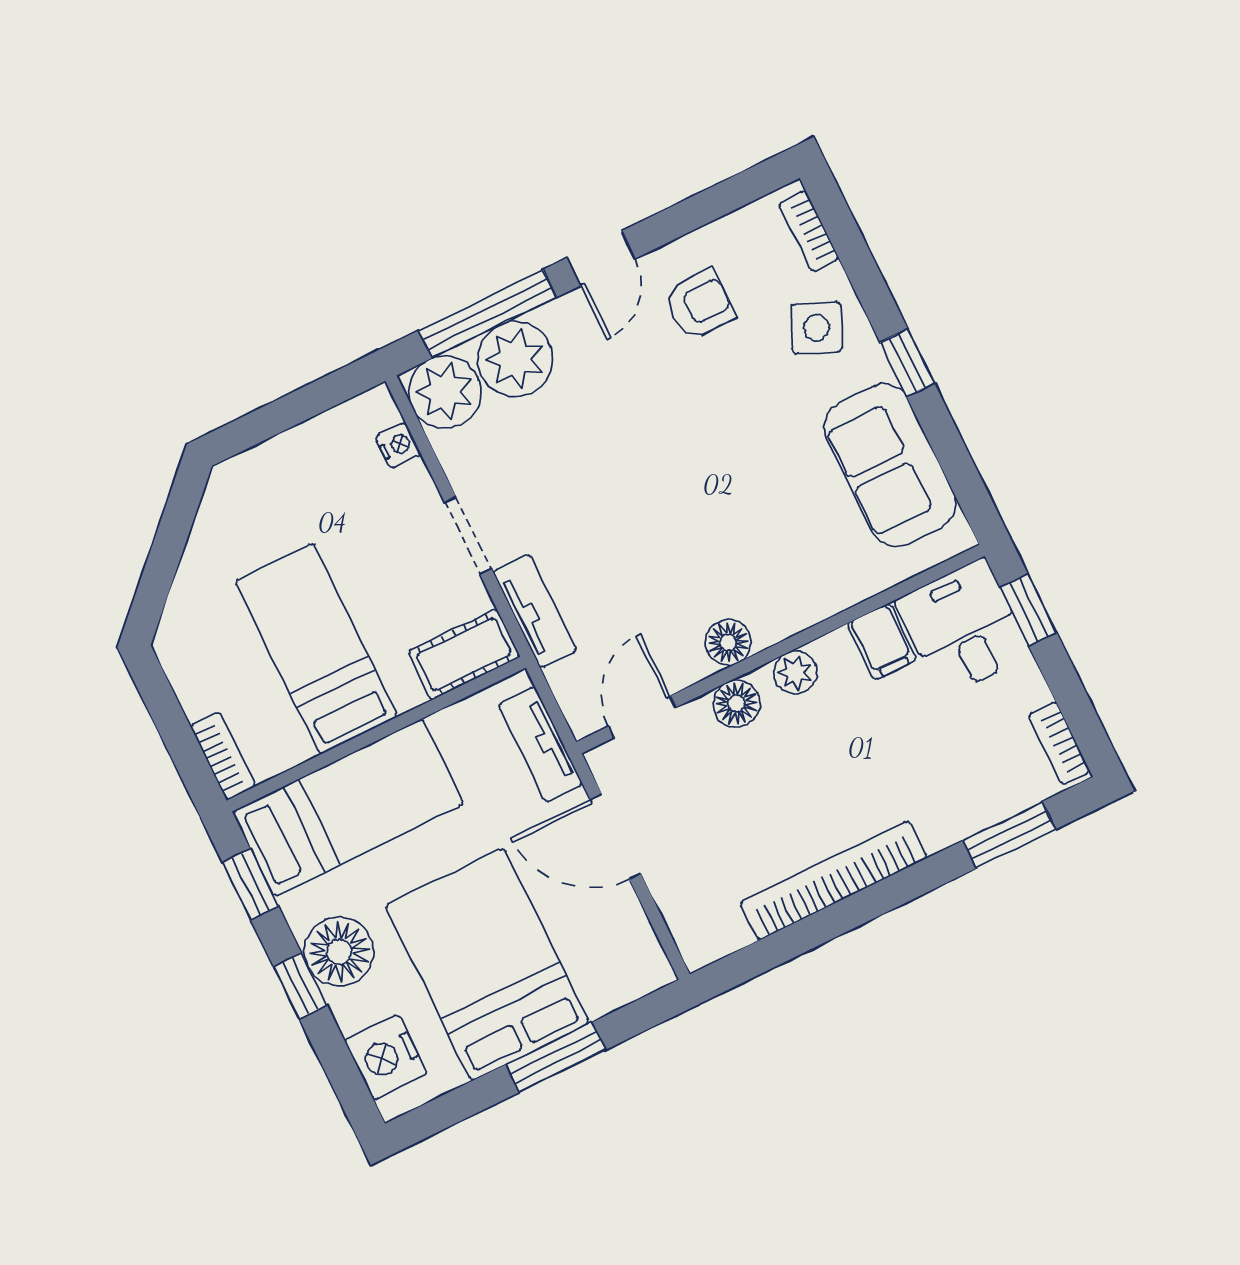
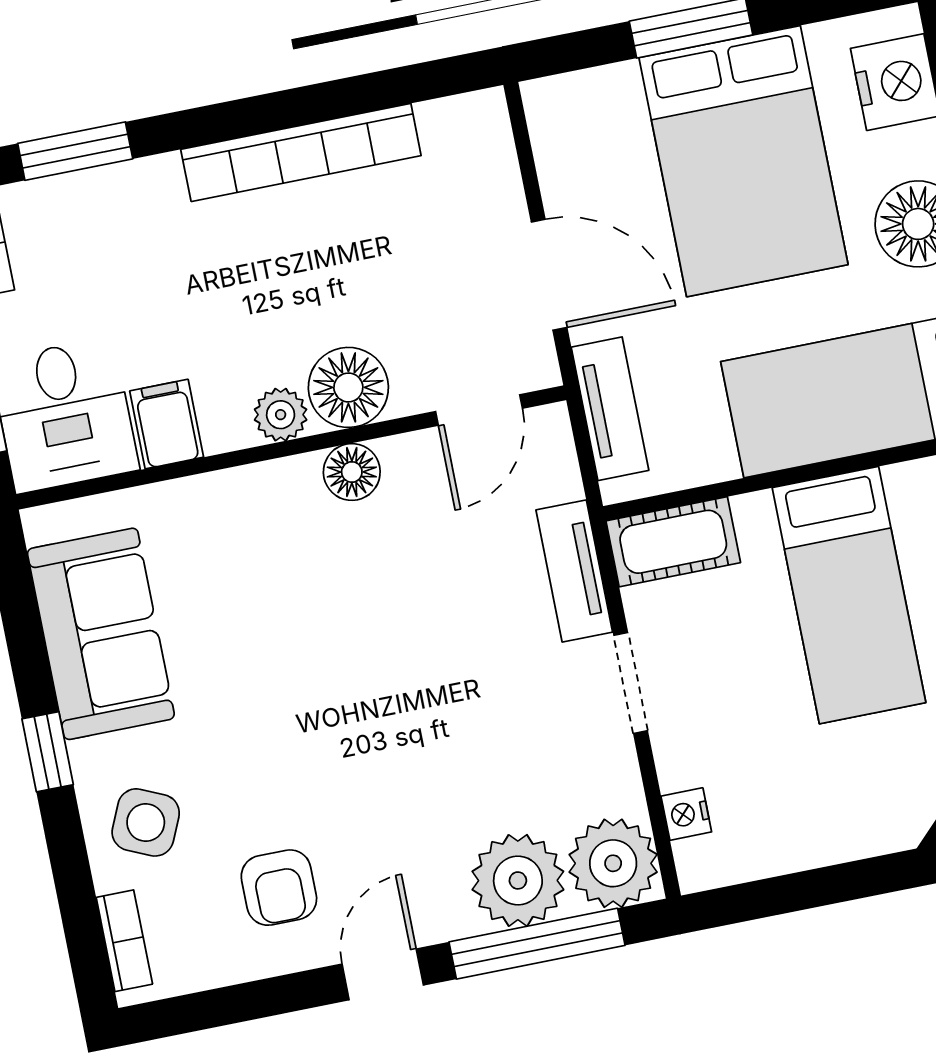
armchair: (699, 304) -> (279, 888), turned -90
floor lamp: (736, 703) -> (348, 387), width x1.38, depth x1.38

